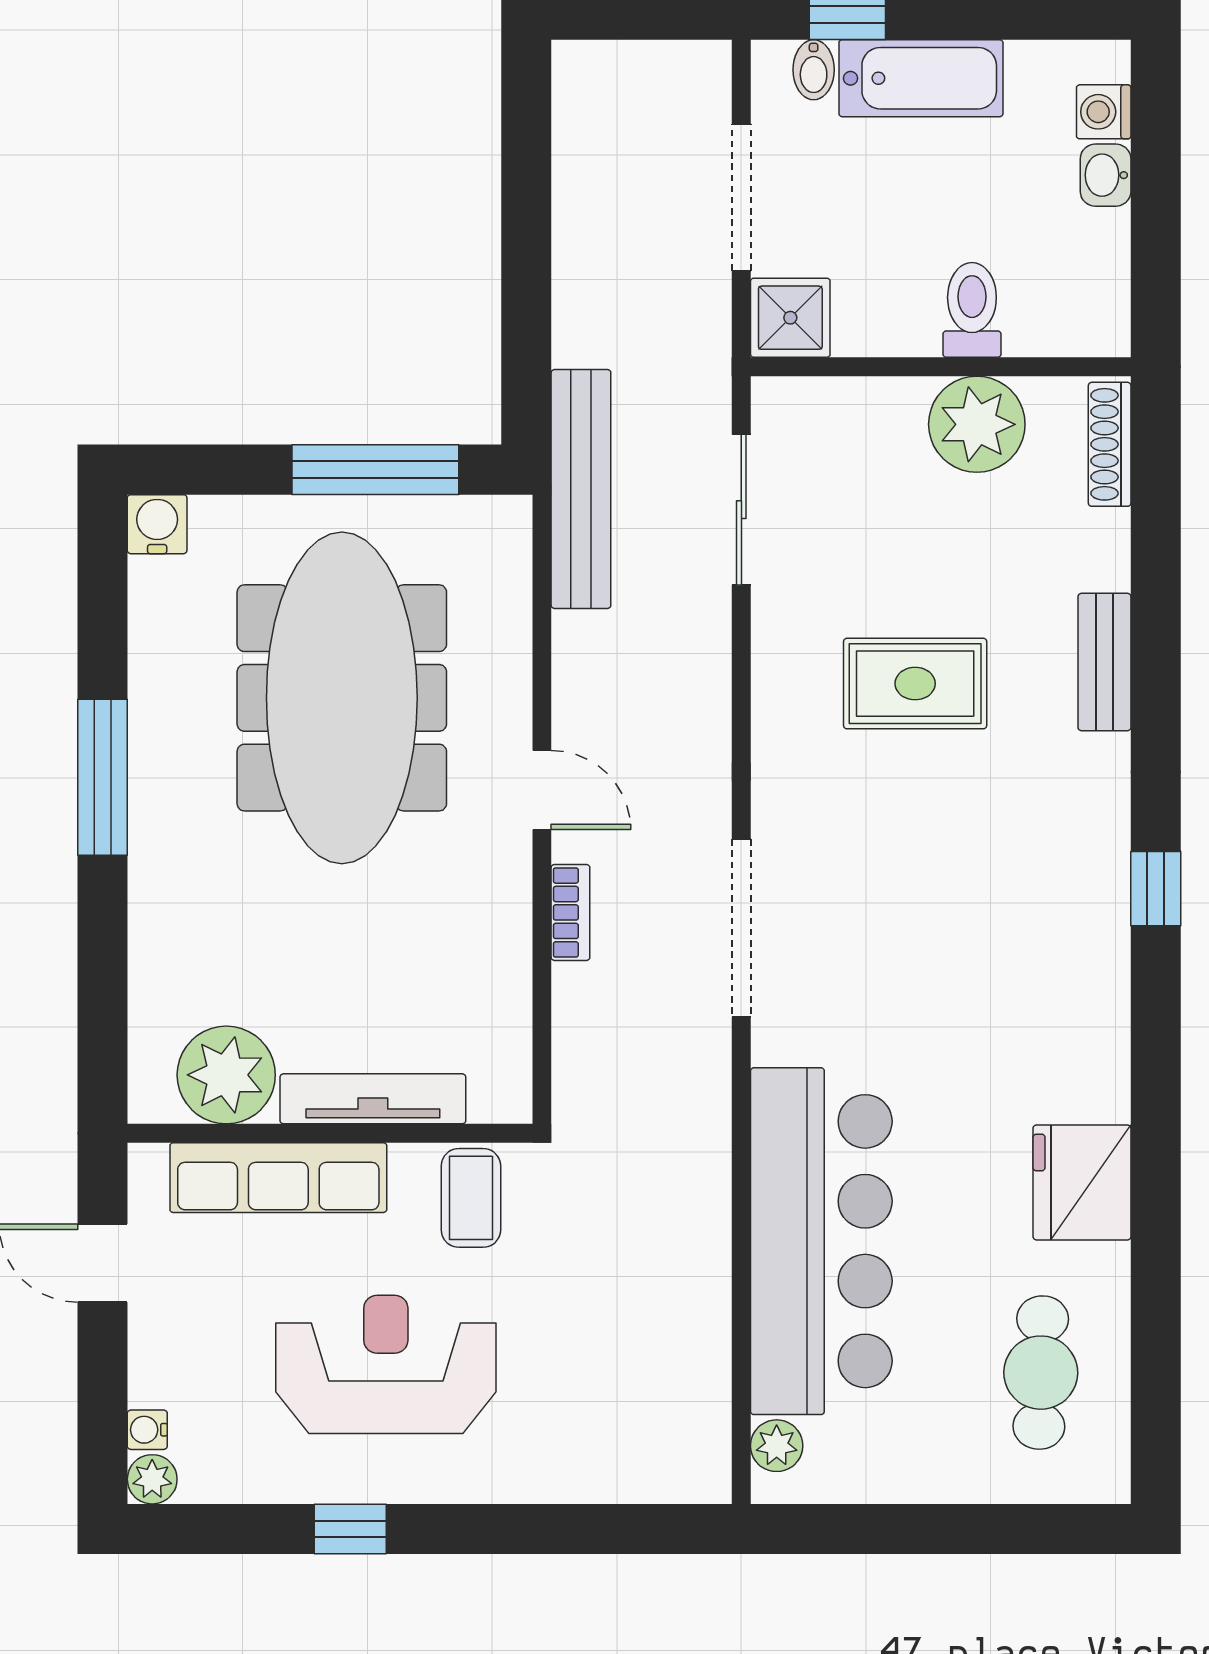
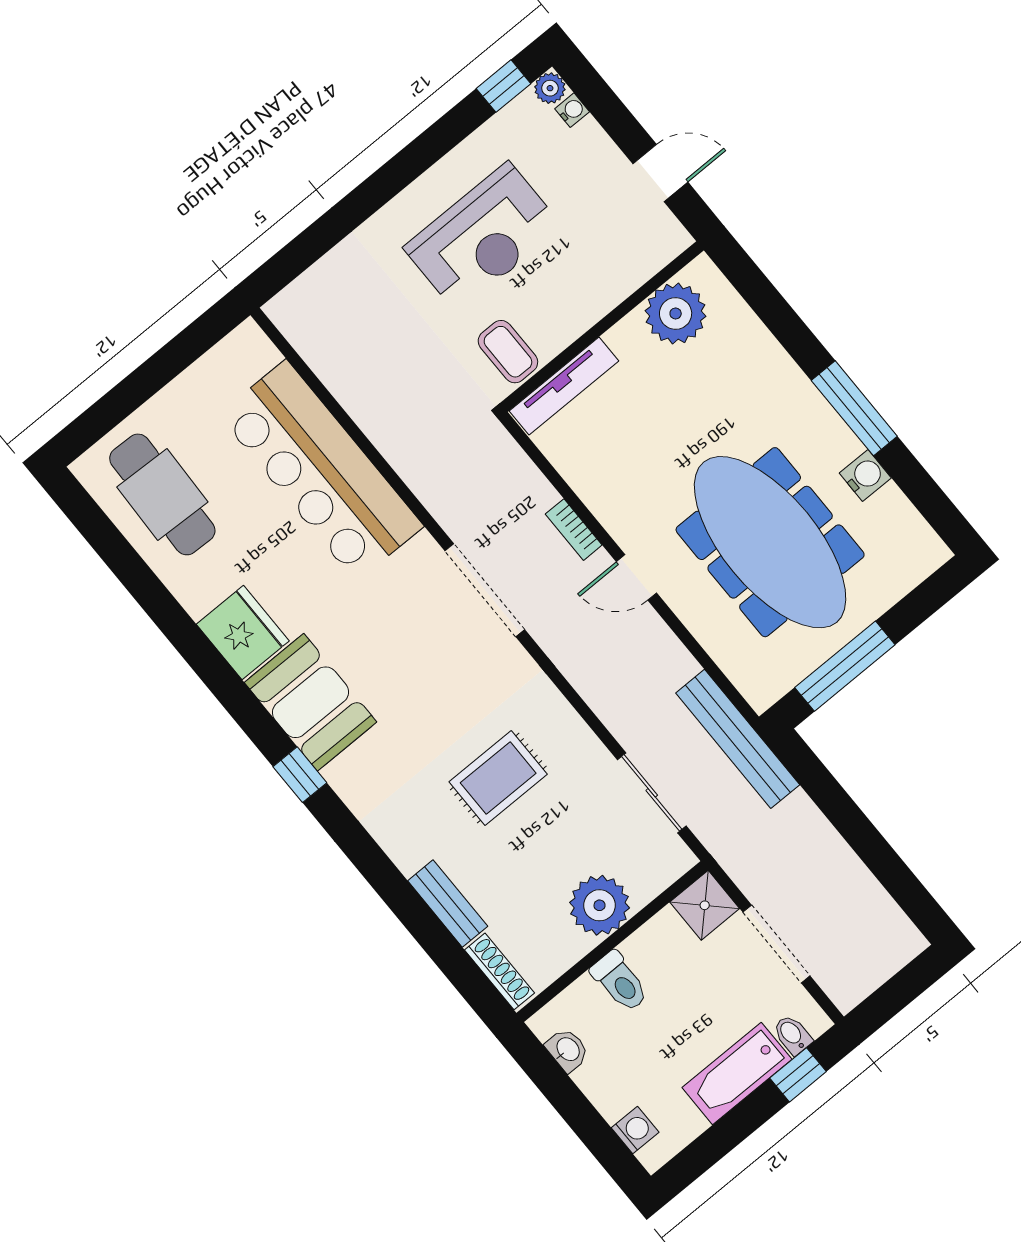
washbasin: (1106, 175) -> (567, 1050), moved
plant: (977, 424) -> (600, 905), moved
water cooler: (157, 524) -> (865, 475), moved, turned -90
bench: (1104, 662) -> (448, 904), moved
booth: (1069, 967) -> (311, 702), added
tv unit: (373, 1099) -> (564, 386), moved
row of seats: (278, 1178) -> (609, 285), removed
fridge: (1082, 1182) -> (243, 633), moved
cafe table: (1041, 1373) -> (162, 494), width x1.37, depth x1.35
plant: (777, 1446) -> (261, 354), removed
window: (350, 1529) -> (504, 86), moved

